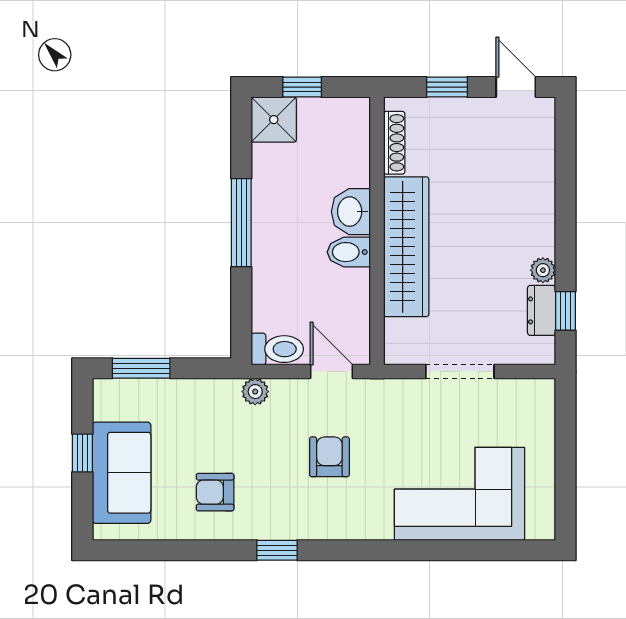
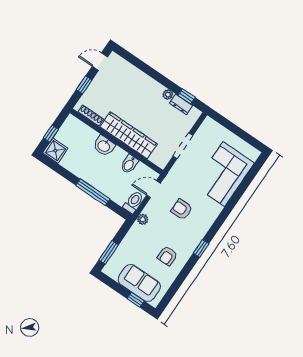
window: (241, 223) -> (93, 192), moved
bidet: (349, 252) -> (129, 164), moved
window: (82, 453) -> (136, 300), moved

